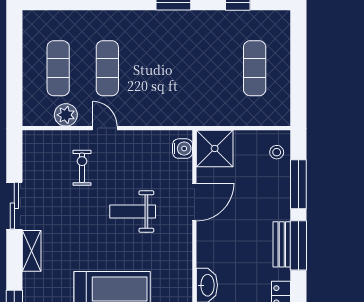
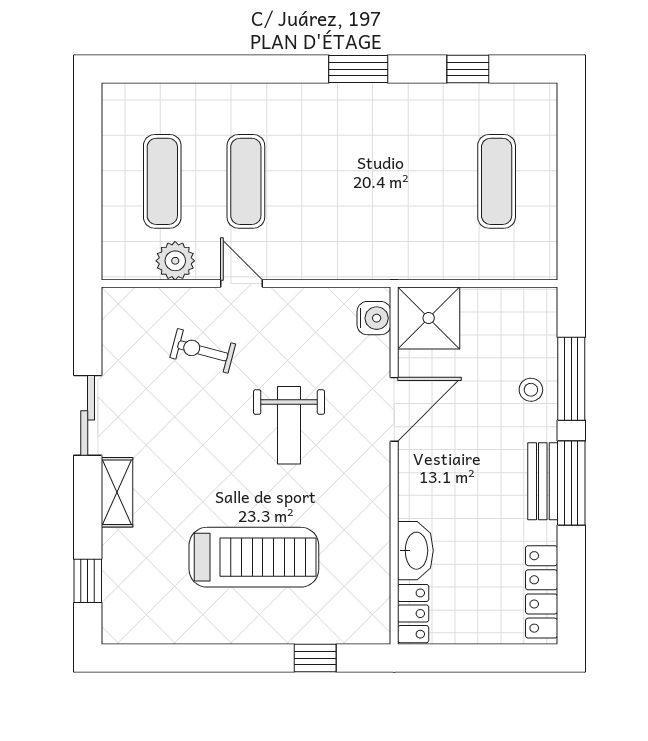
stool: (277, 152) -> (531, 390), moved
exercise bike: (82, 168) -> (203, 351), turned -75
weight bench: (133, 212) -> (289, 425), turned -90

